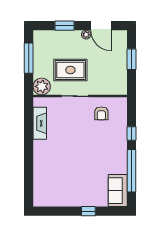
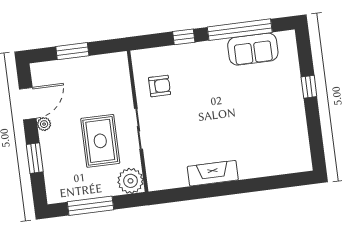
fireplace: (40, 123) -> (213, 173), moved
sofa: (118, 191) -> (253, 49), moved

